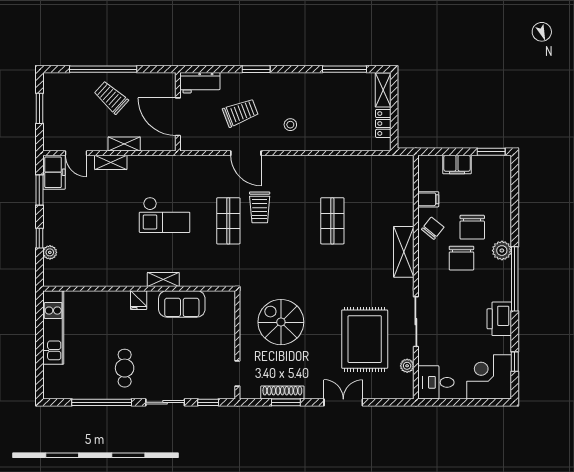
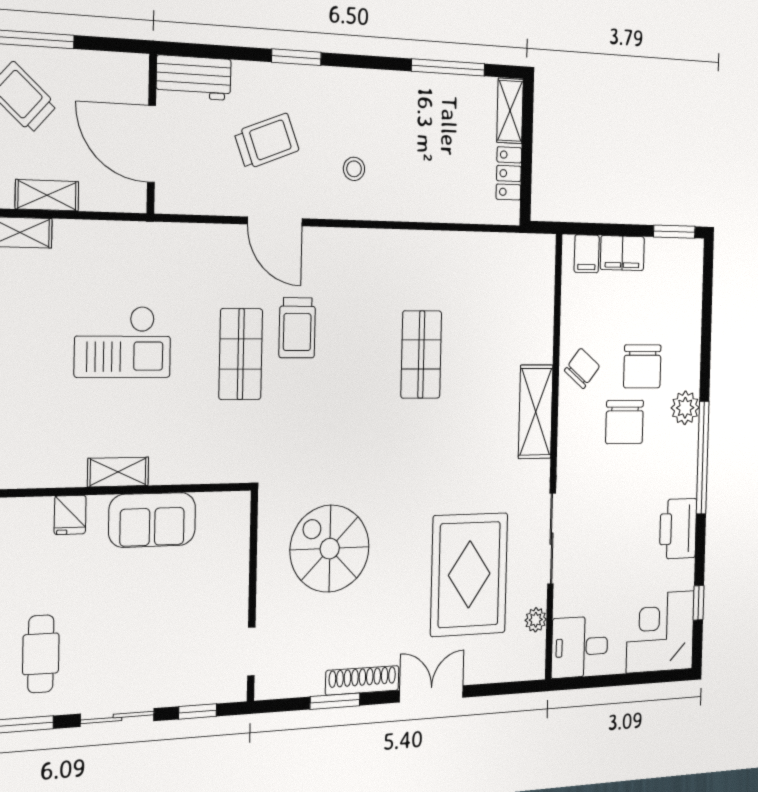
filing cabinet: (428, 199) -> (587, 254), moved, turned 90
shoe rack: (282, 392) -> (362, 680), moved

